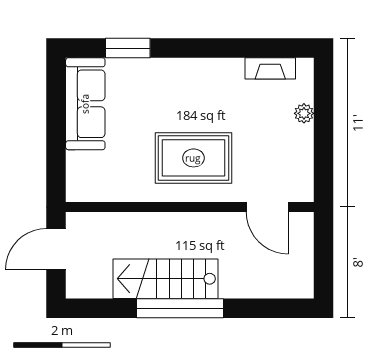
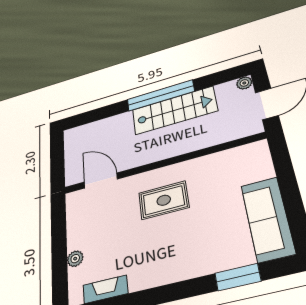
rug: (193, 158) -> (164, 200), width x0.73, depth x0.70
plant: (75, 289) -> (244, 83), added

